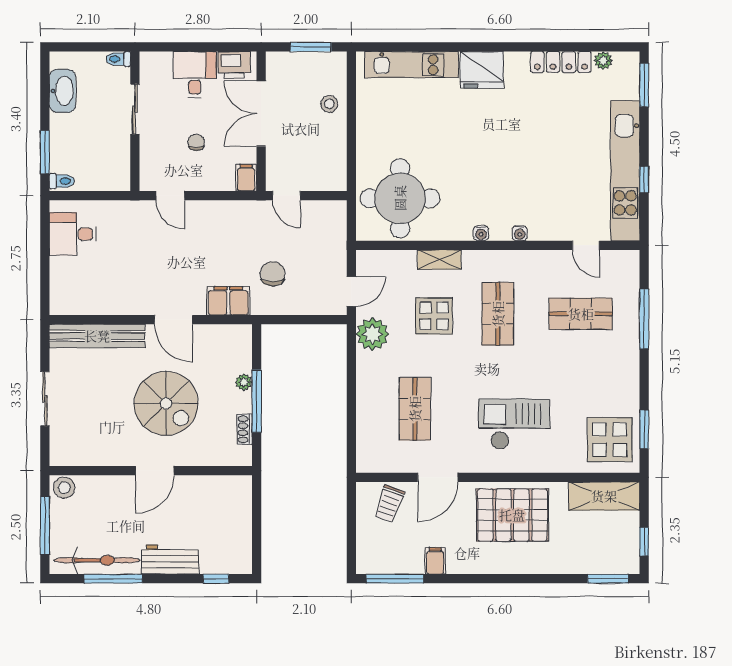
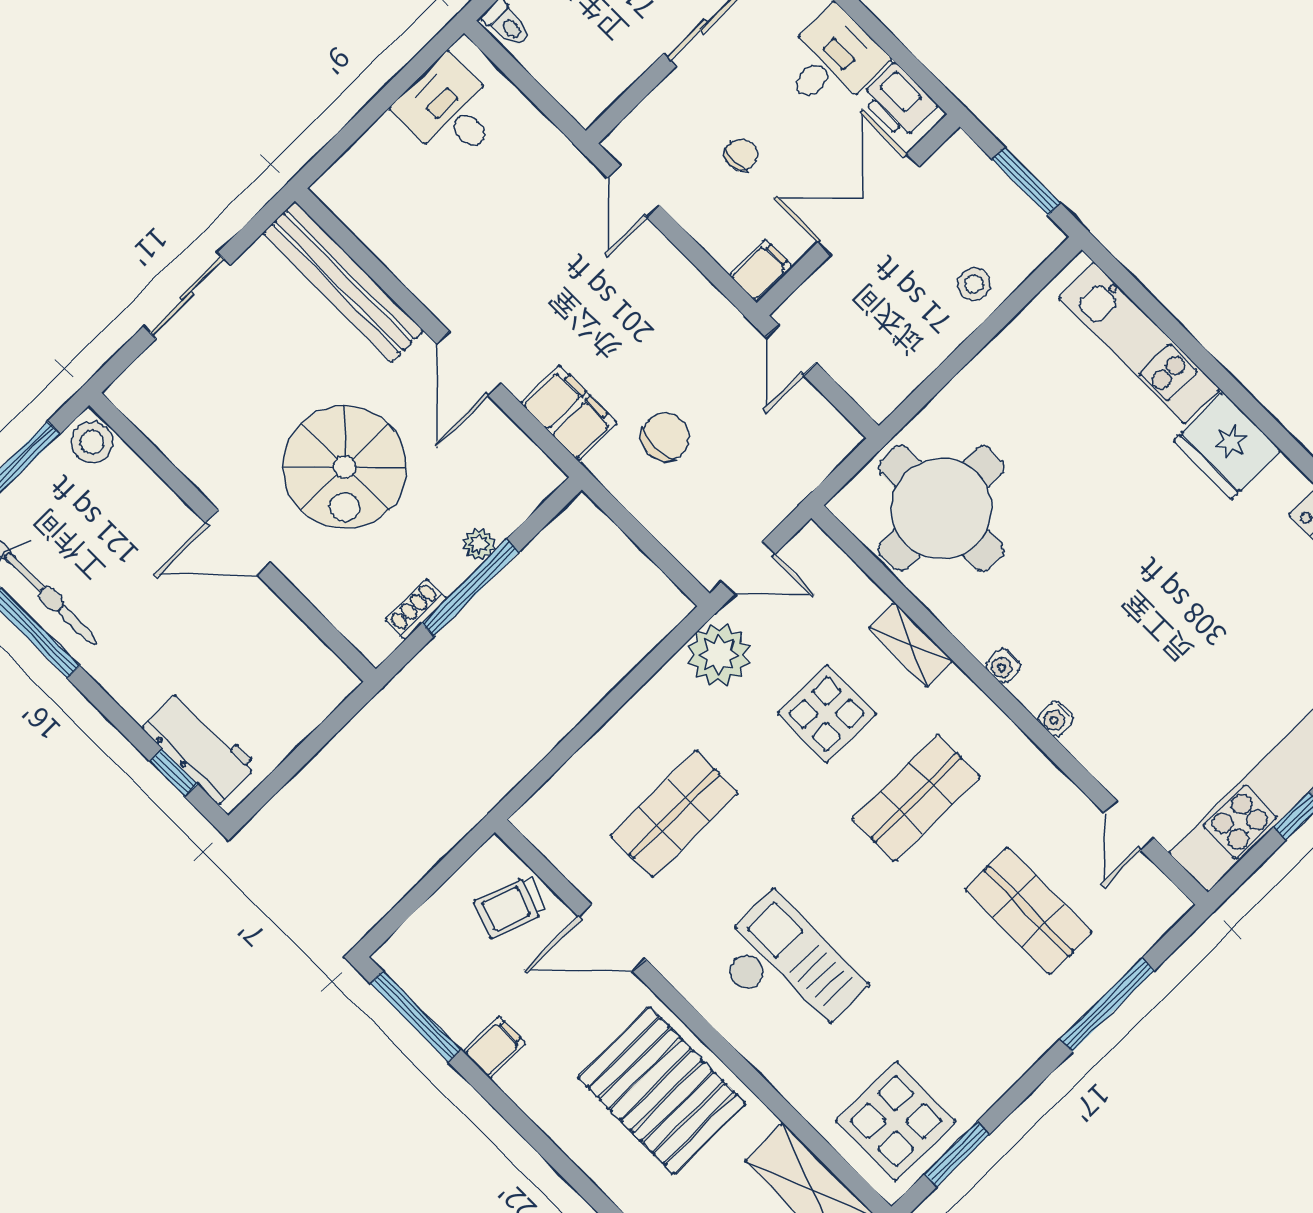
workbench: (170, 560) -> (200, 747), moved

